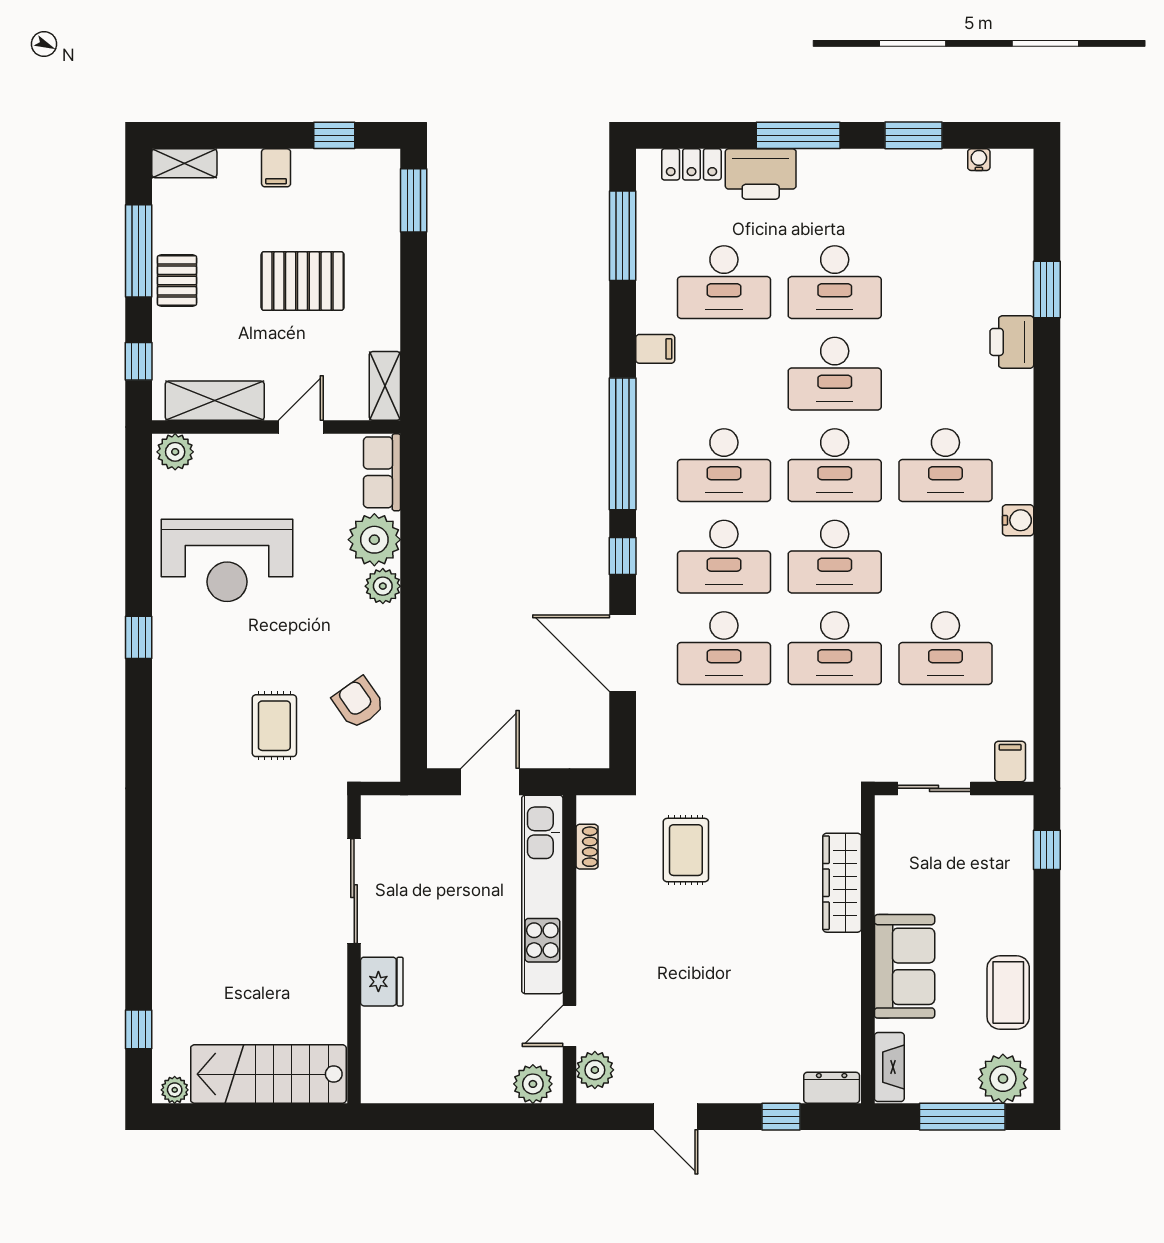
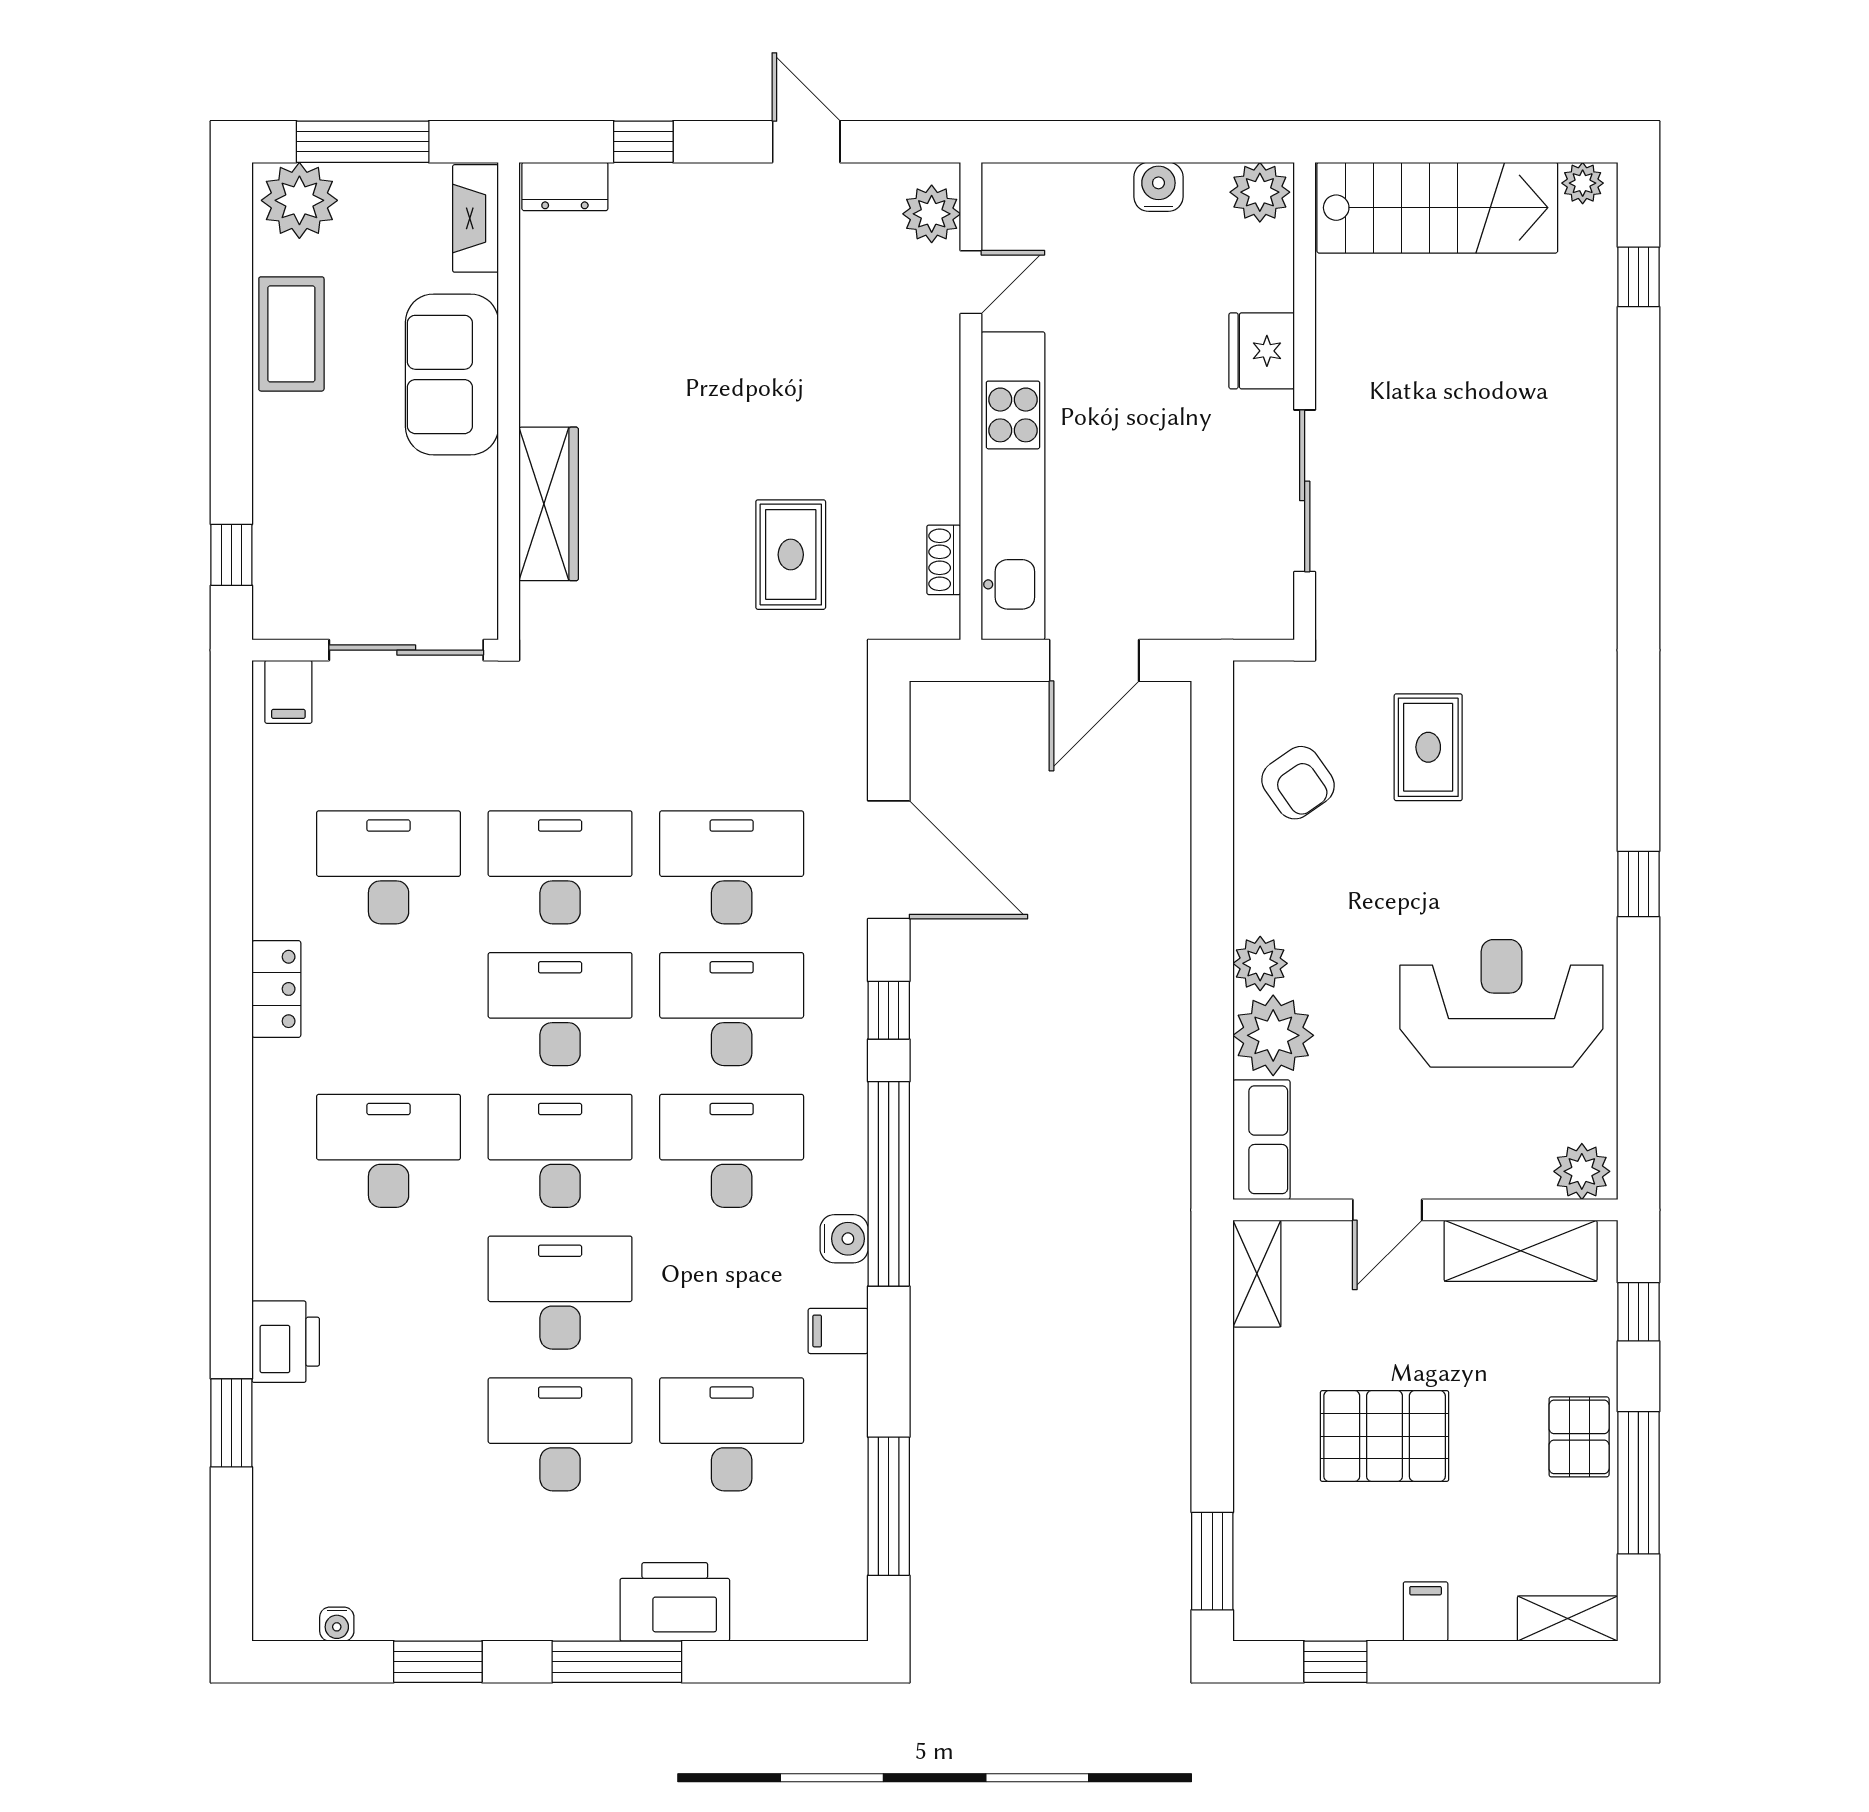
locker: (691, 164) -> (276, 989), moved, turned 90
water cooler: (1018, 520) -> (844, 1239), moved, turned 180
sliding door: (934, 788) -> (406, 650), width x1.37
plant: (533, 1084) -> (1260, 192), moved
water cooler: (448, 1087) -> (1158, 187), added

